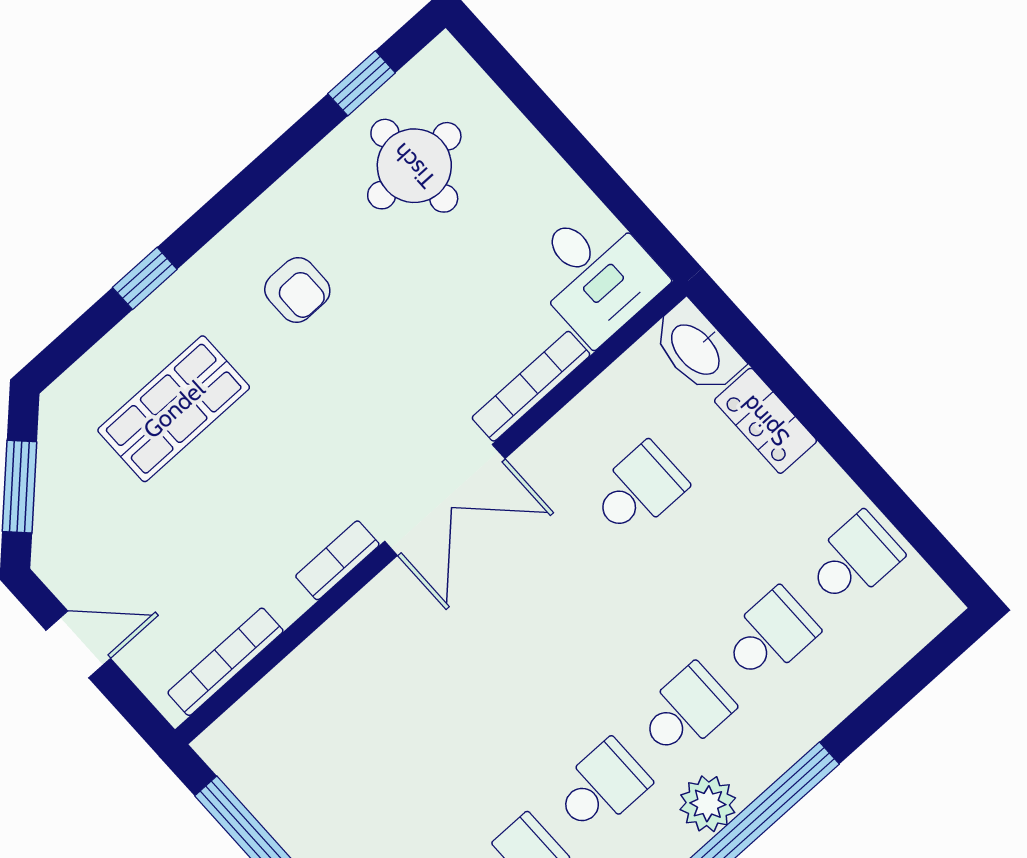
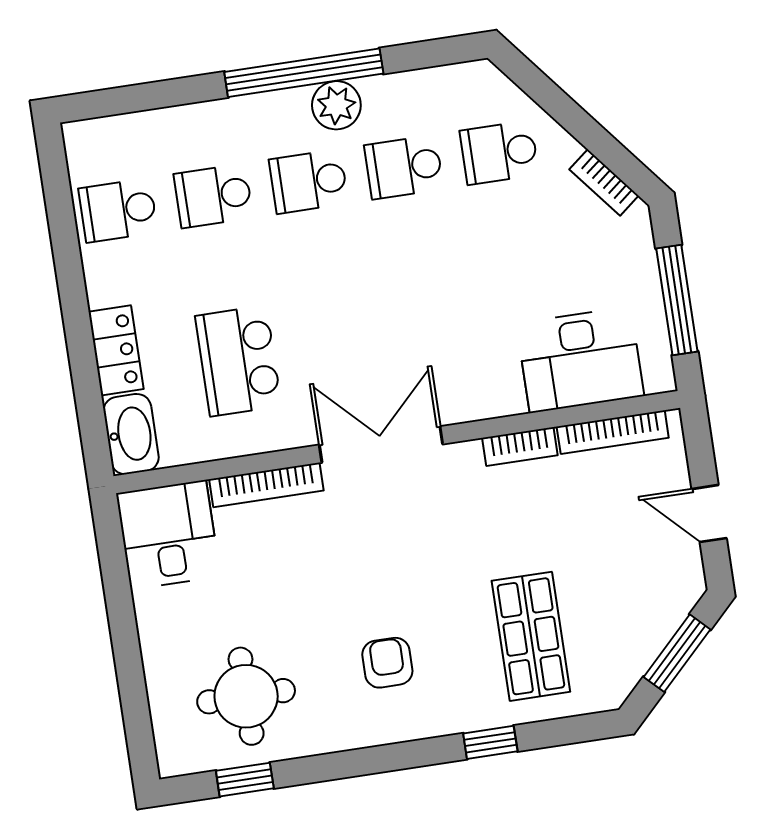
shop shelf: (174, 409) -> (531, 636), turned 90
school desk: (639, 490) -> (238, 361), width x1.85
bookcase: (337, 560) -> (520, 447), moved
desk: (304, 712) -> (580, 360), added

